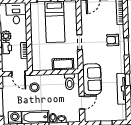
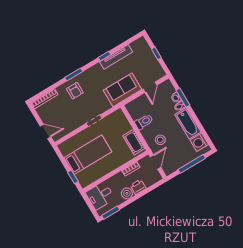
cot: (63, 64) -> (134, 142), moved
toilet: (70, 82) -> (144, 122), moved
door: (82, 103) -> (150, 87), swing flipped

